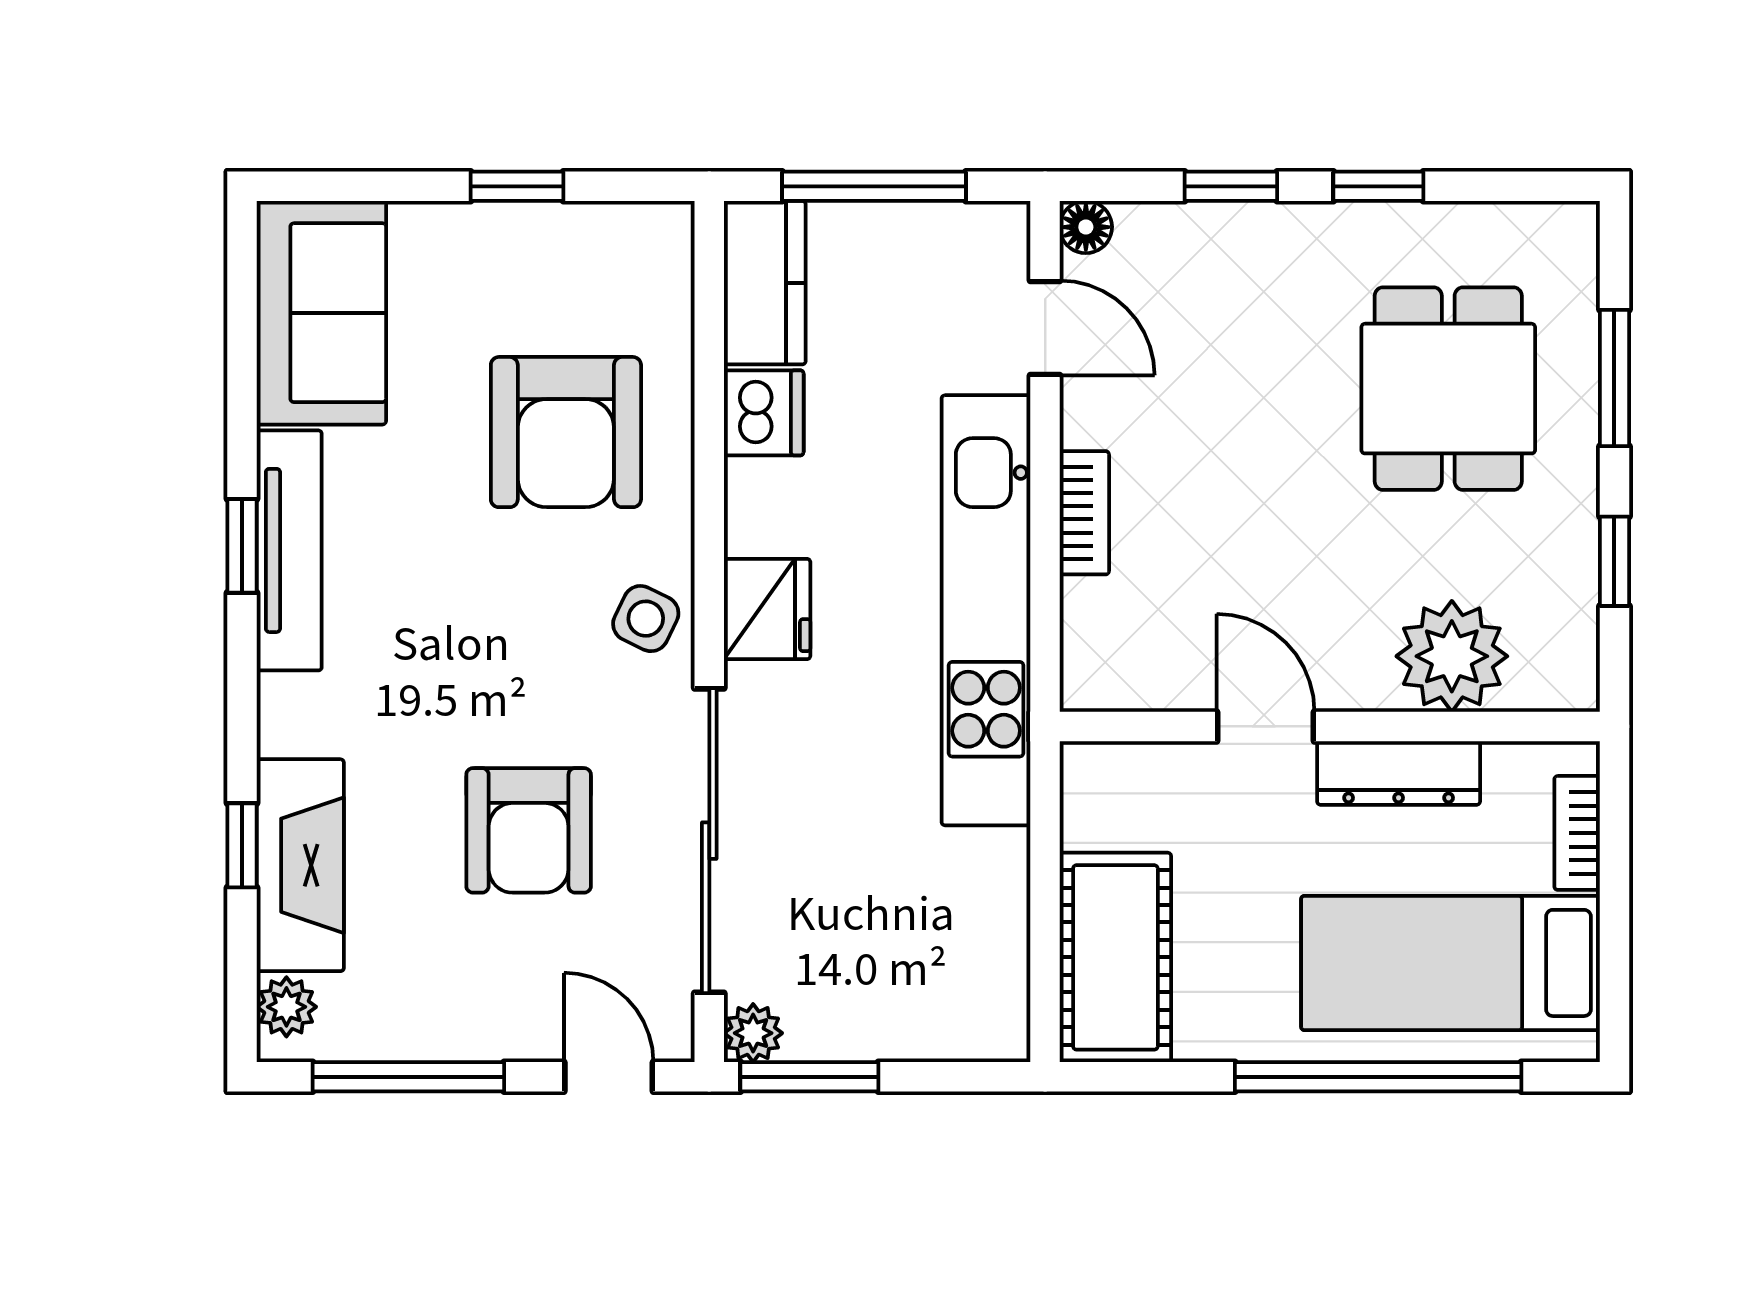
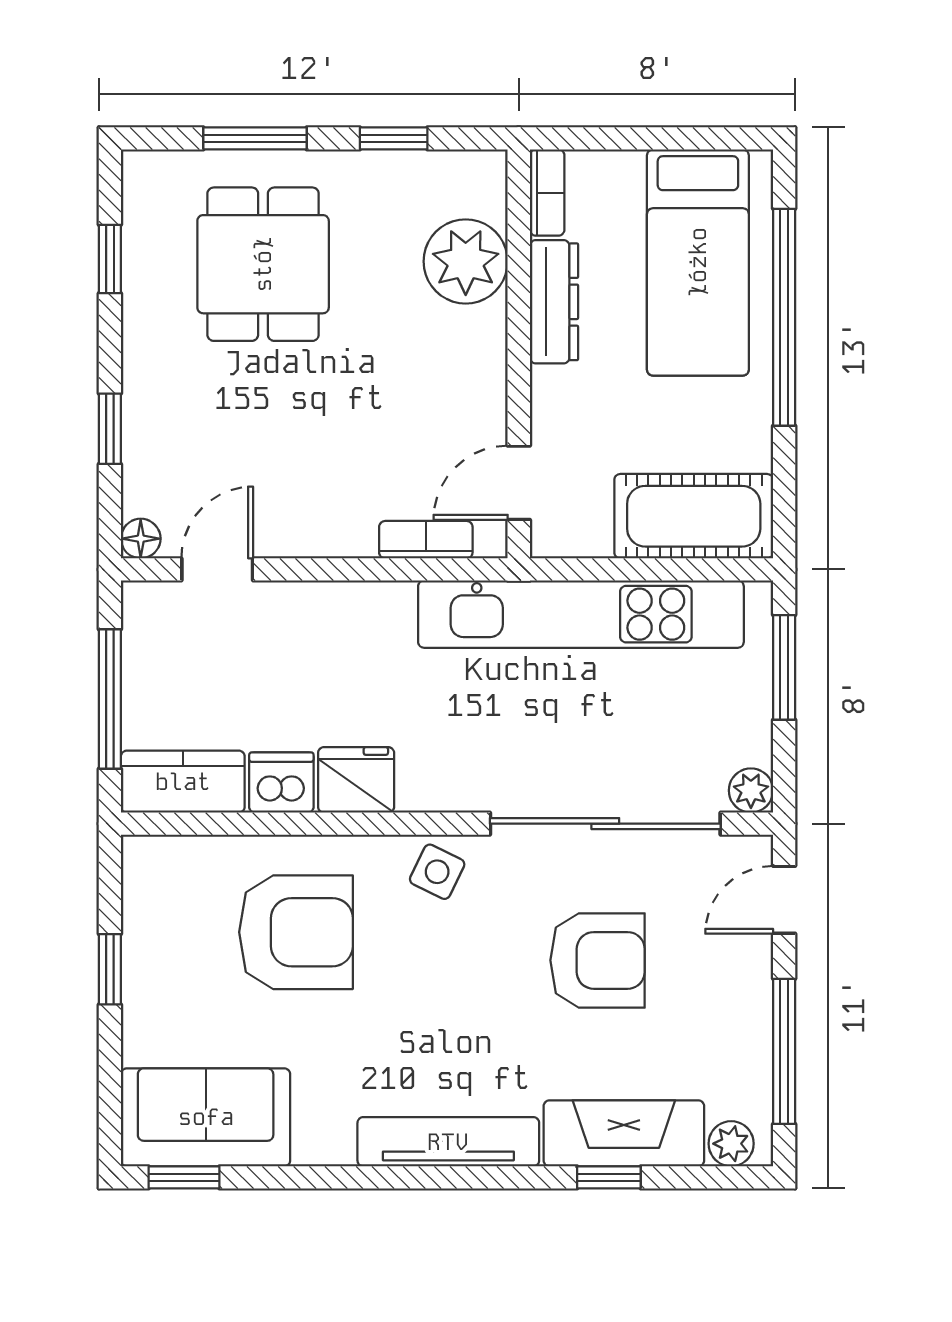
window: (1378, 186) -> (110, 259), moved
dining table: (1448, 389) -> (263, 264), turned 90
bookcase: (1084, 513) -> (426, 540), moved
window: (242, 546) -> (184, 1177), moved
tv unit: (289, 550) -> (448, 1142), moved
fridge: (767, 609) -> (356, 780), moved
kitchen unit: (986, 610) -> (581, 614), moved
door: (1265, 726) -> (519, 483), moved
bookcase: (1577, 833) -> (547, 193), moved, turned -90
window: (809, 1077) -> (784, 667), moved

